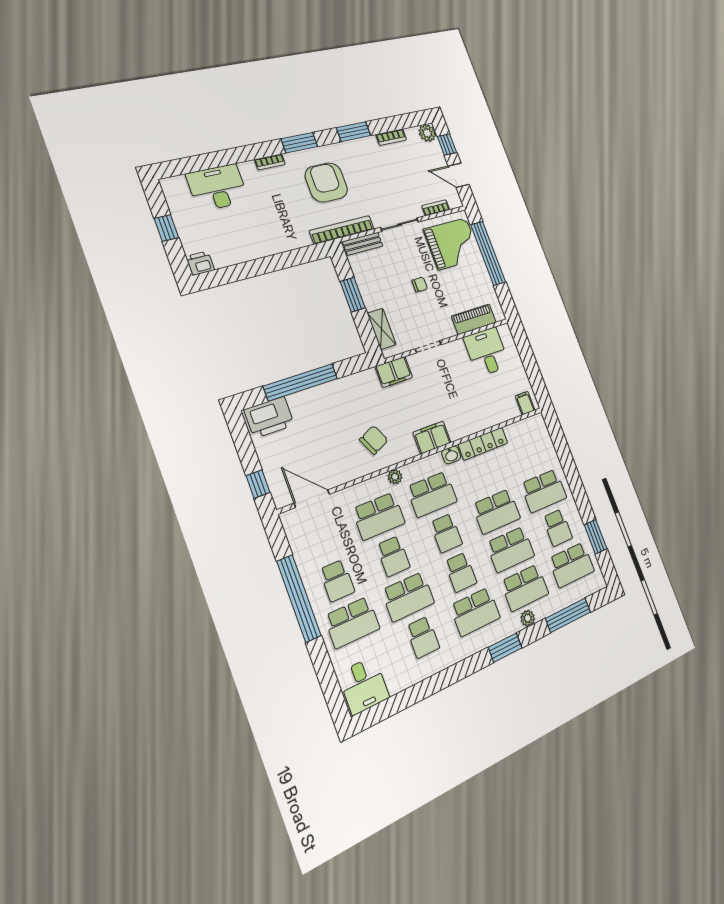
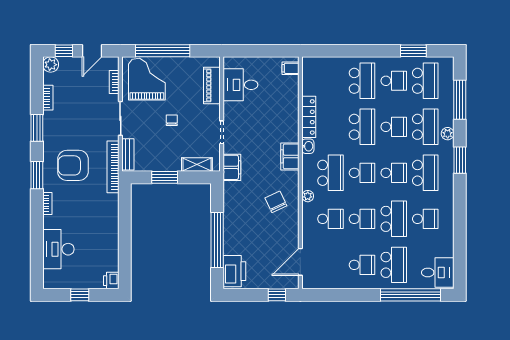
school desk: (379, 516) -> (330, 219), width x0.54
school desk: (510, 549) -> (394, 127), width x0.54
window: (299, 598) -> (411, 295), moved

